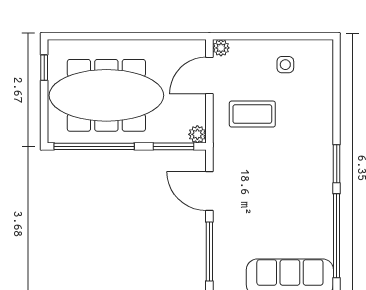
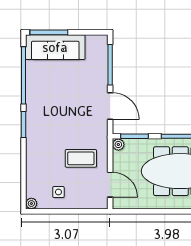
plant: (221, 48) -> (31, 203), moved
door: (209, 76) -> (110, 185), hinge flipped

